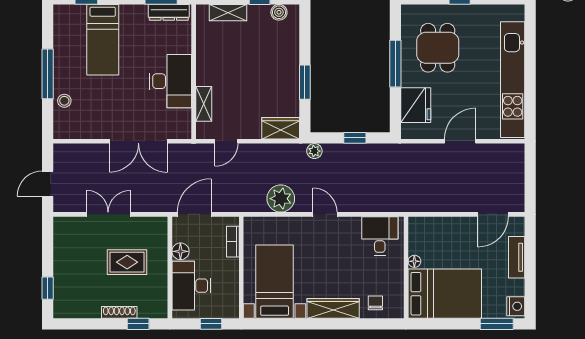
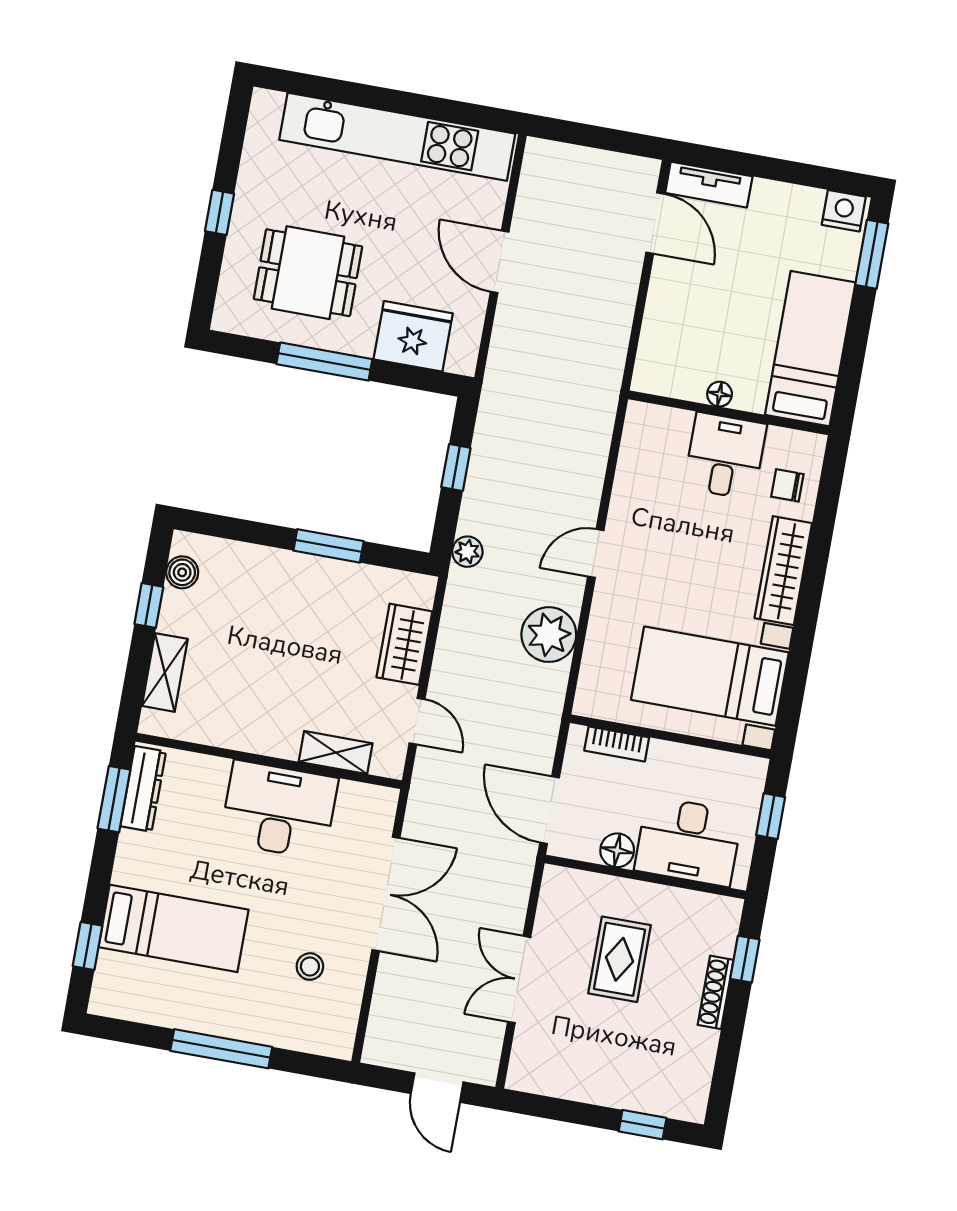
stool: (64, 101) -> (310, 966), moved
wardrobe: (281, 128) -> (404, 644), moved
desk: (380, 236) -> (725, 456), moved, turned 90
tv unit: (517, 257) -> (709, 185), moved
bed: (445, 294) -> (810, 349), width x0.67

